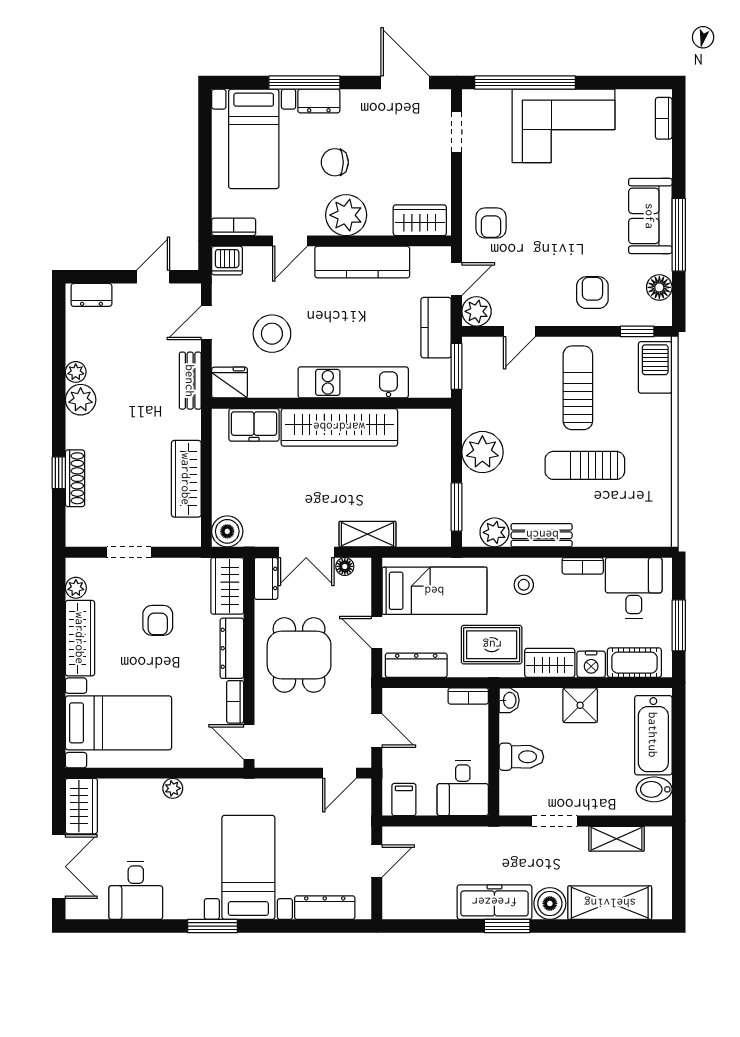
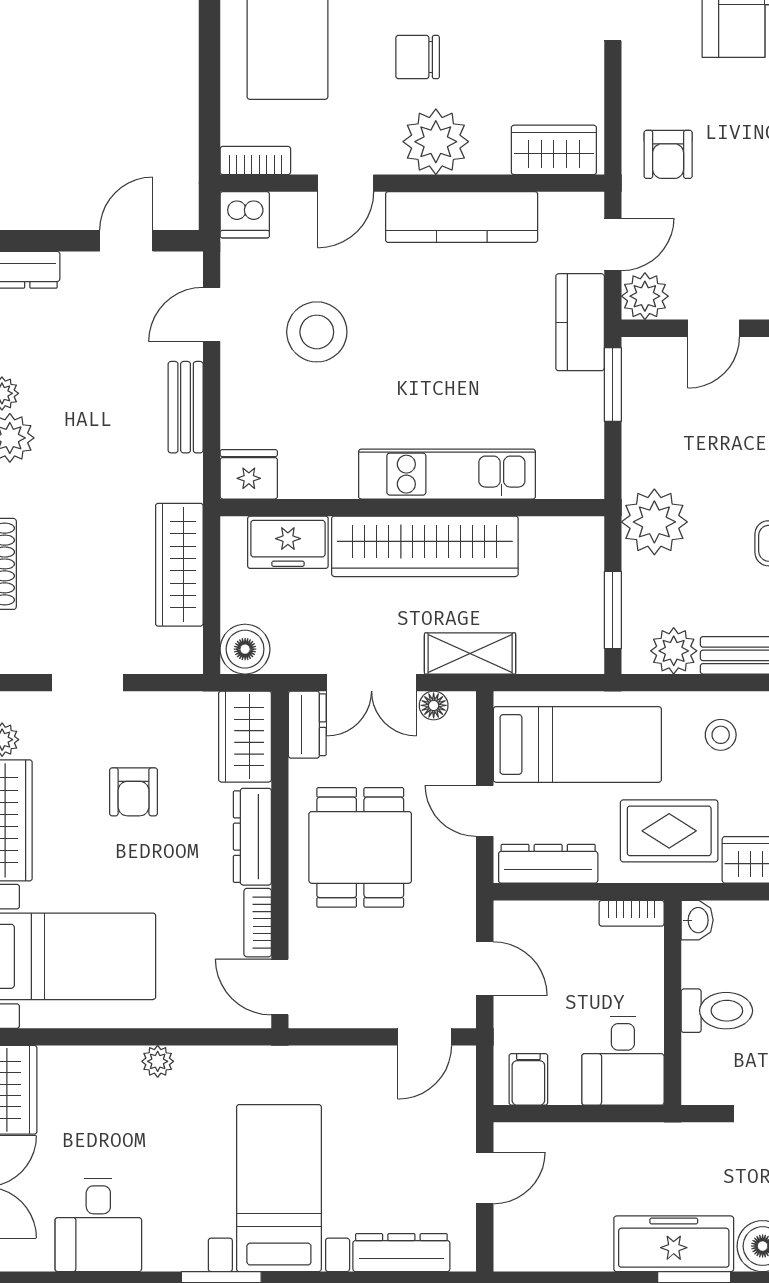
kitchen unit: (353, 382) -> (447, 474), moved
fridge: (230, 383) -> (249, 474), moved
wall: (331, 403) -> (412, 508), moved
freezer: (254, 425) -> (288, 542), moved
wardrobe: (339, 427) -> (425, 546), moved

